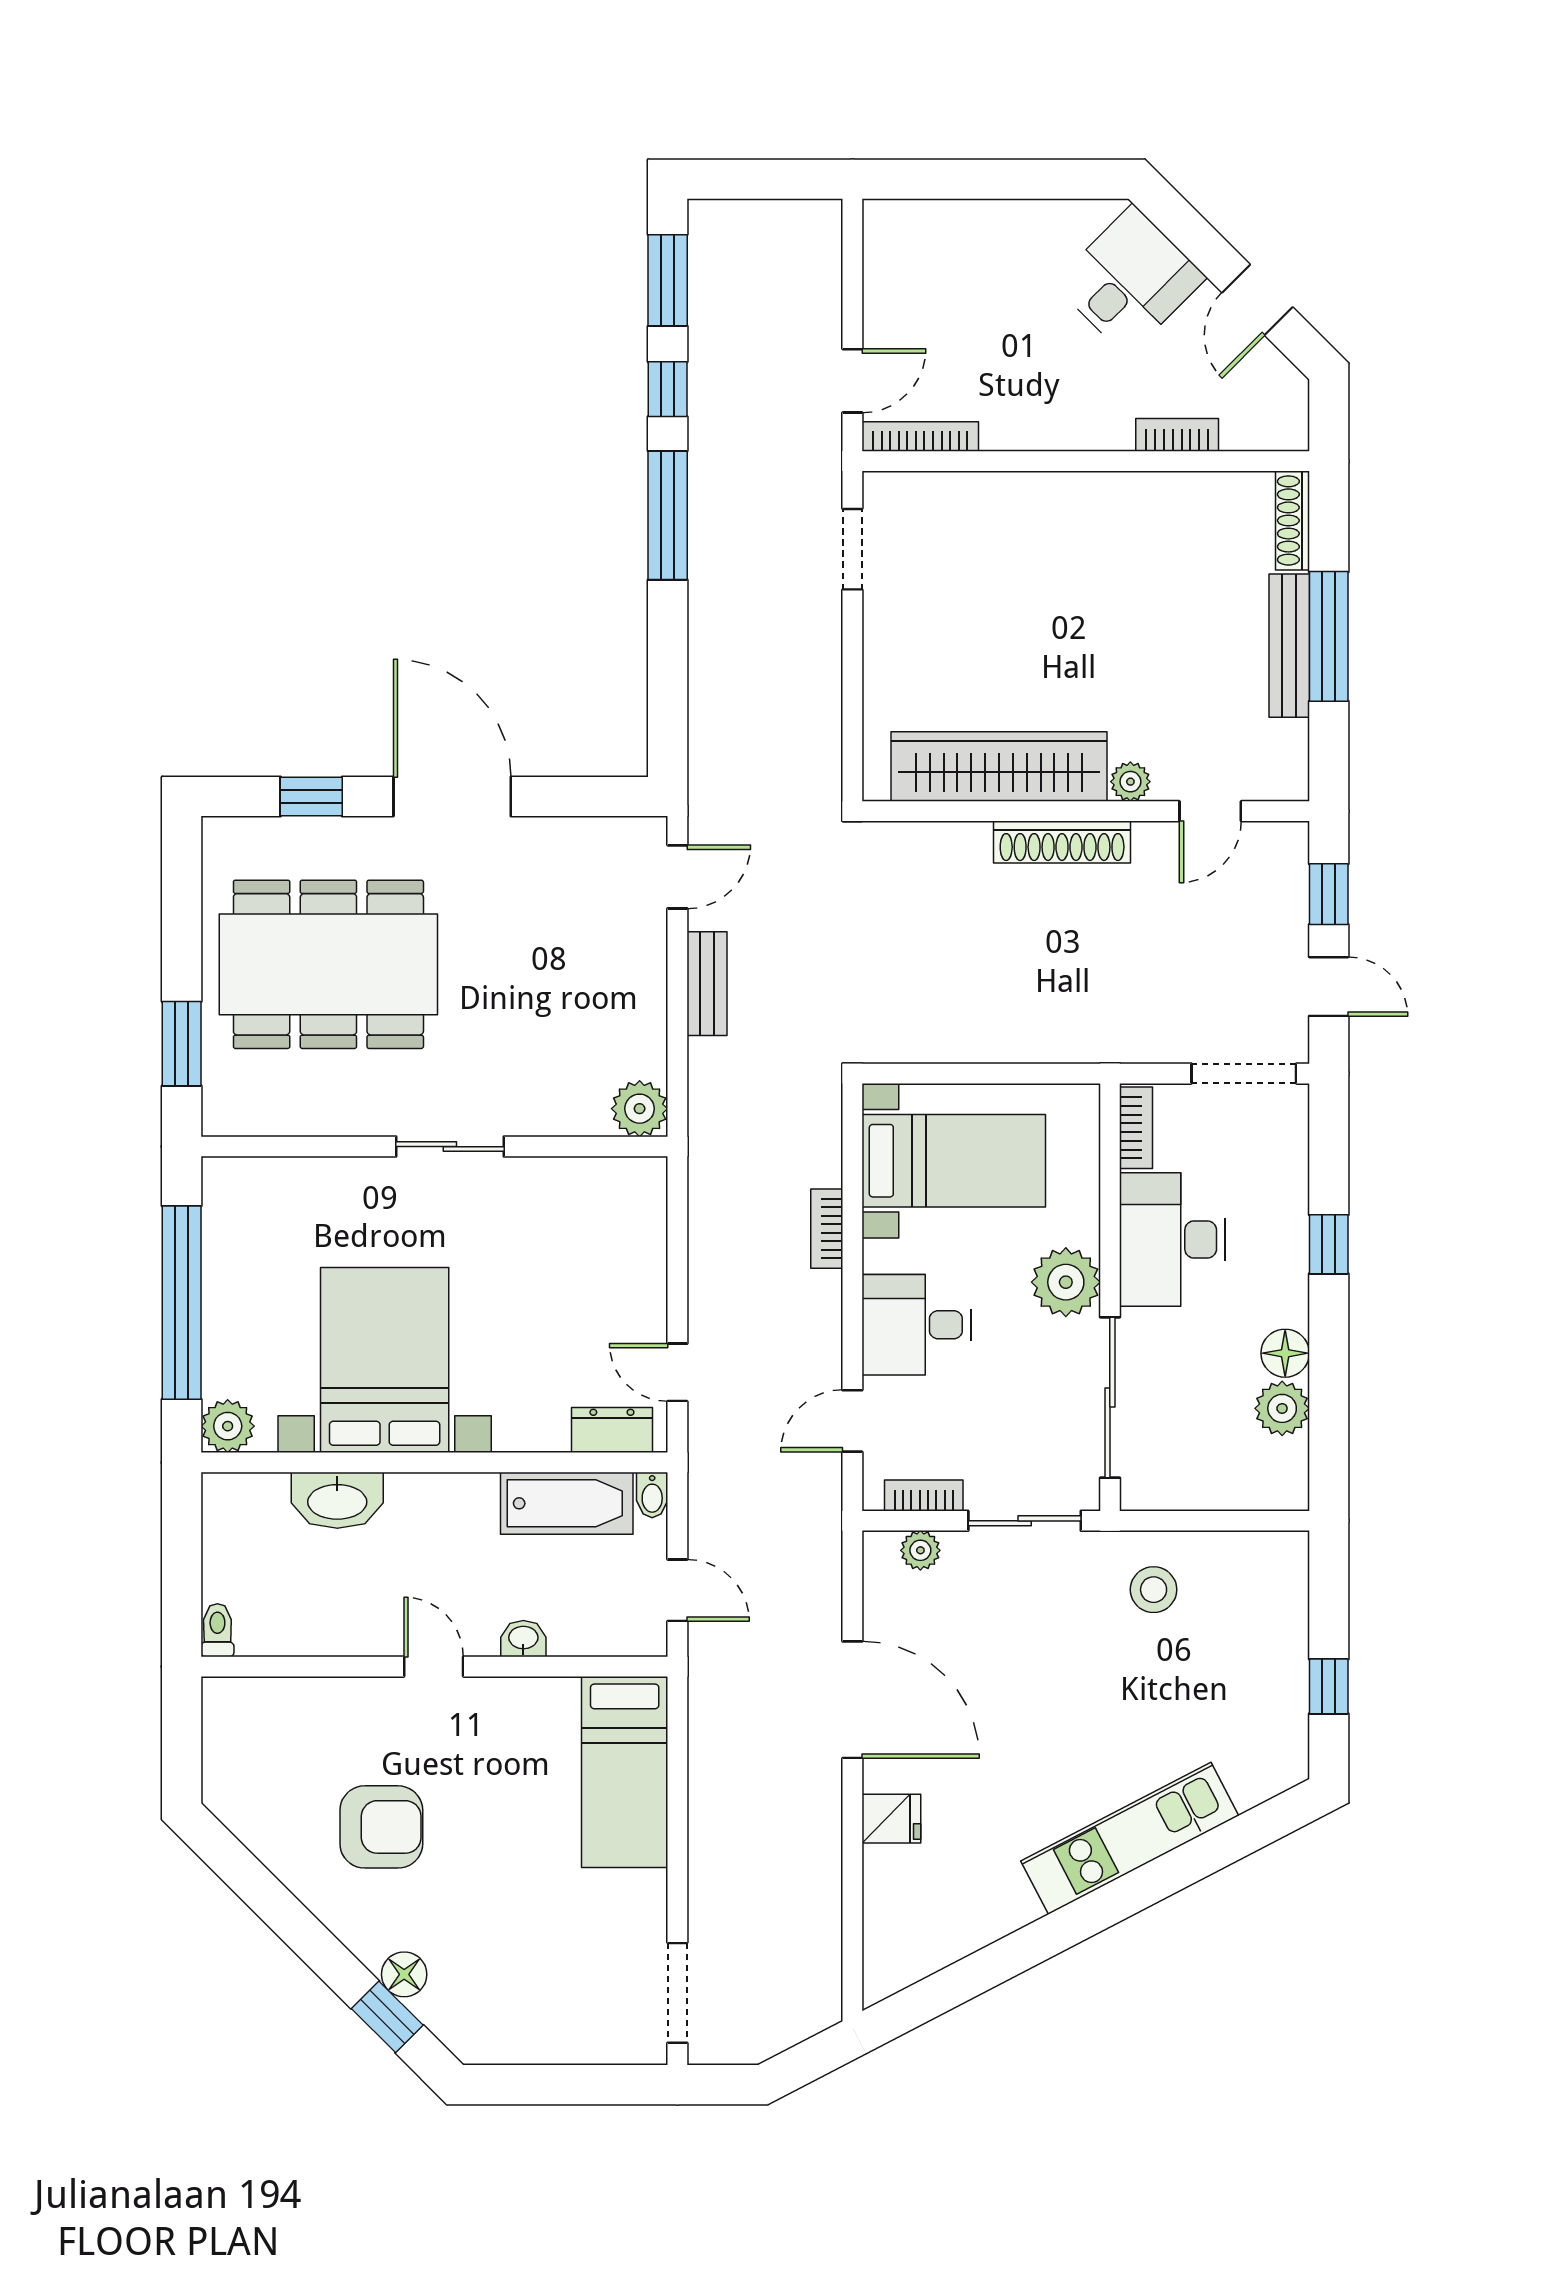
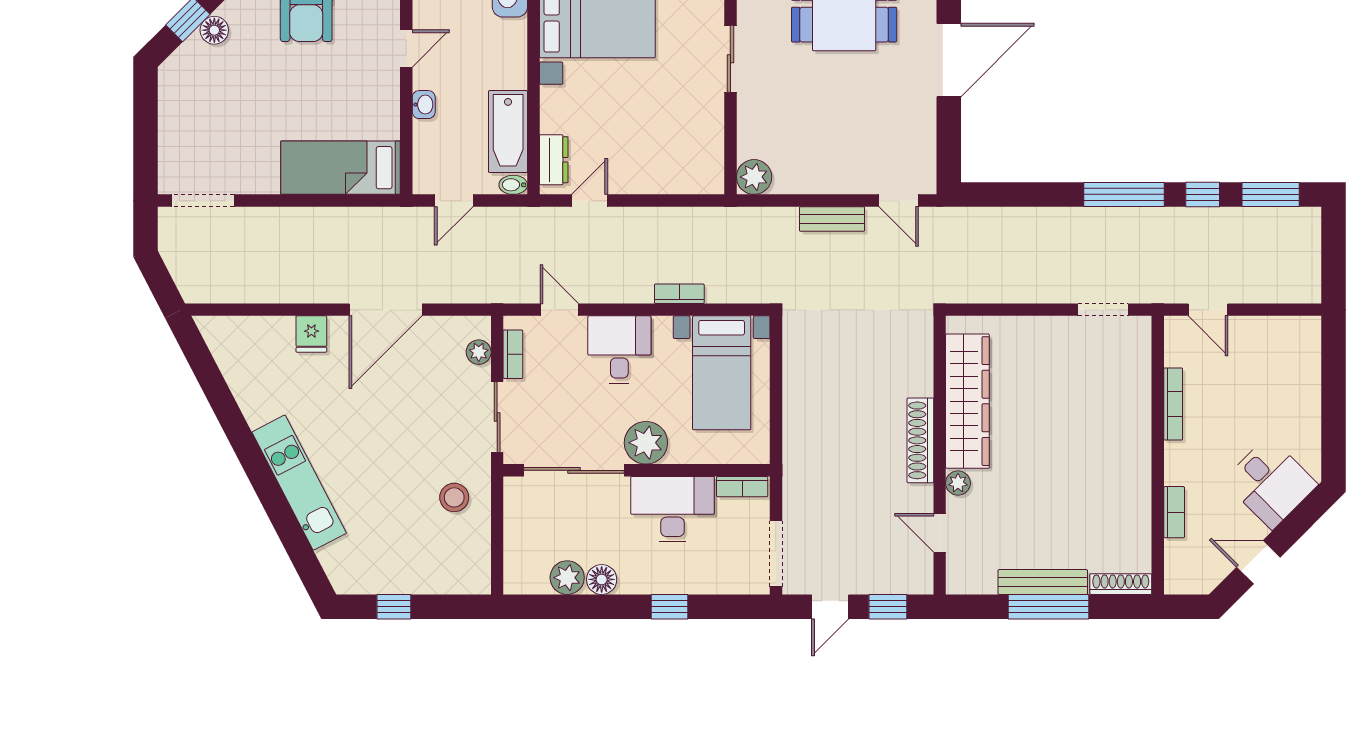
bookcase: (920, 437) -> (1173, 404), moved

